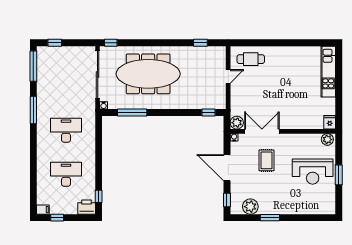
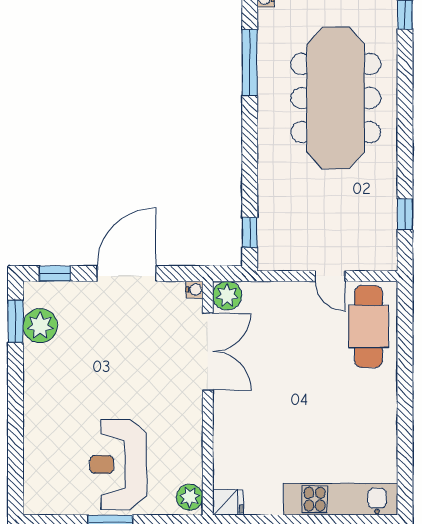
cafe table: (251, 59) -> (369, 327), width x1.37, depth x1.35
rug: (267, 160) -> (143, 362), removed
window: (270, 218) -> (16, 321), moved

